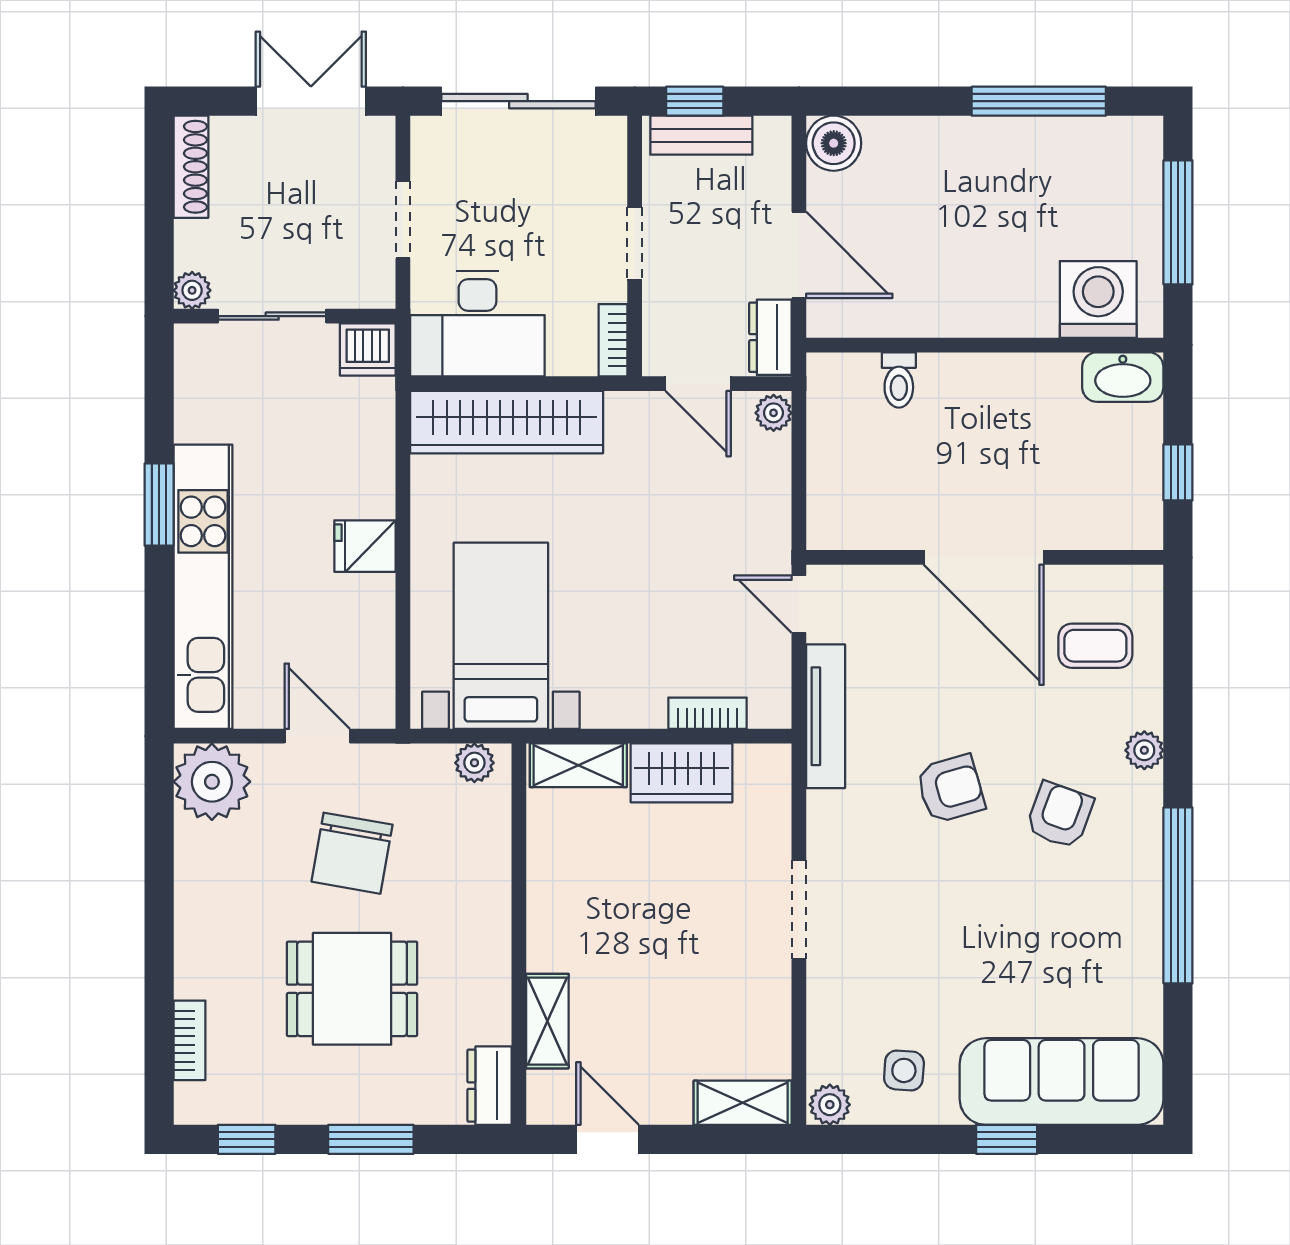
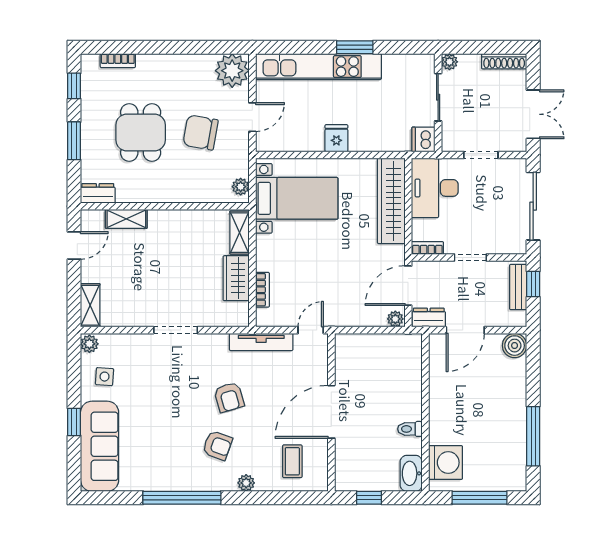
toilet: (899, 380) -> (410, 429), moved
door: (698, 384) -> (408, 286), width x1.38

